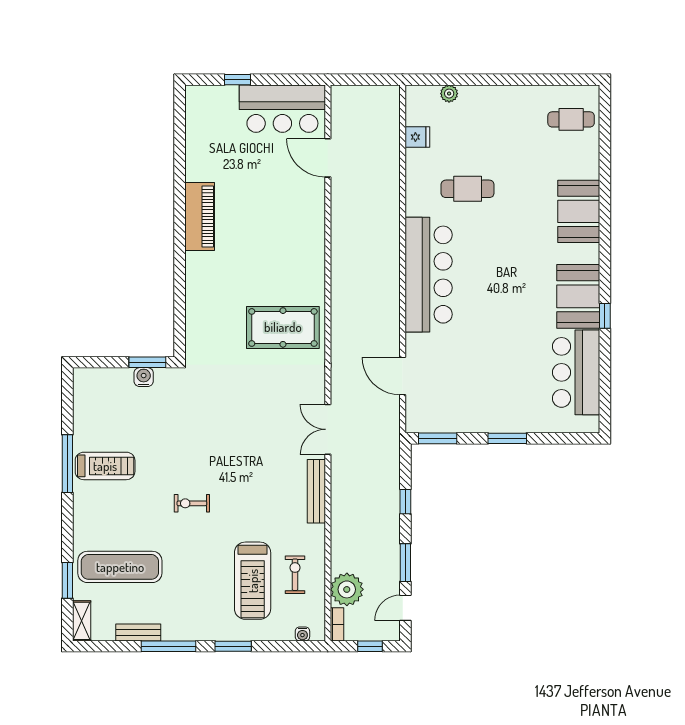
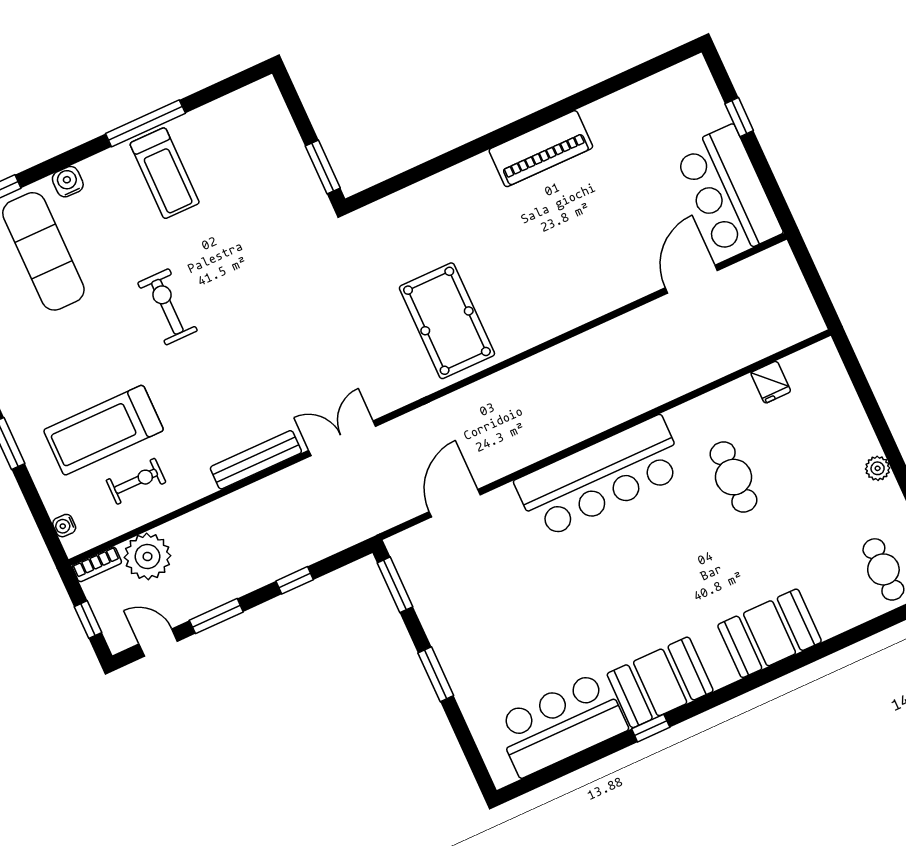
plant: (449, 94) -> (878, 468), moved
water cooler: (144, 377) -> (68, 182), moved, turned -90
exercise bike: (192, 503) -> (167, 307), width x1.38, depth x1.39

